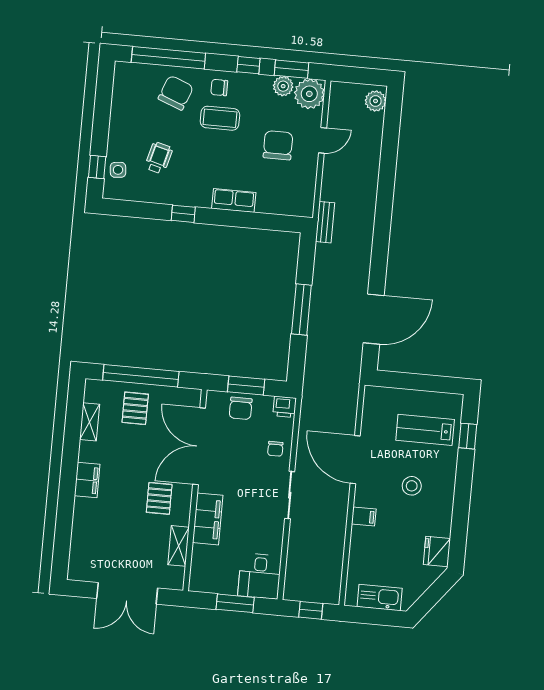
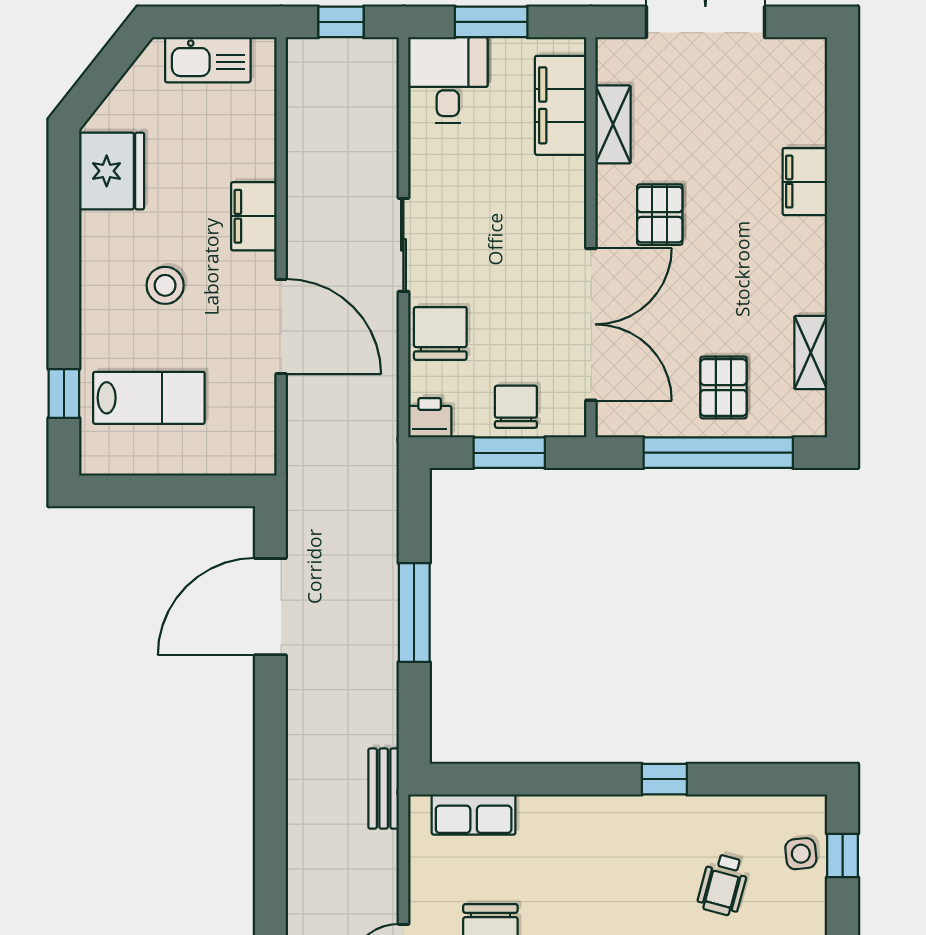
row of seats: (234, 200) -> (474, 815), moved
chair: (275, 449) -> (440, 333), width x1.87, depth x1.87
filing cabinet: (87, 480) -> (805, 182), moved
filing cabinet: (364, 517) -> (254, 216), width x2.00
filing cabinet: (208, 519) -> (561, 105), moved
fridge: (437, 551) -> (112, 171), width x1.36, depth x1.34

